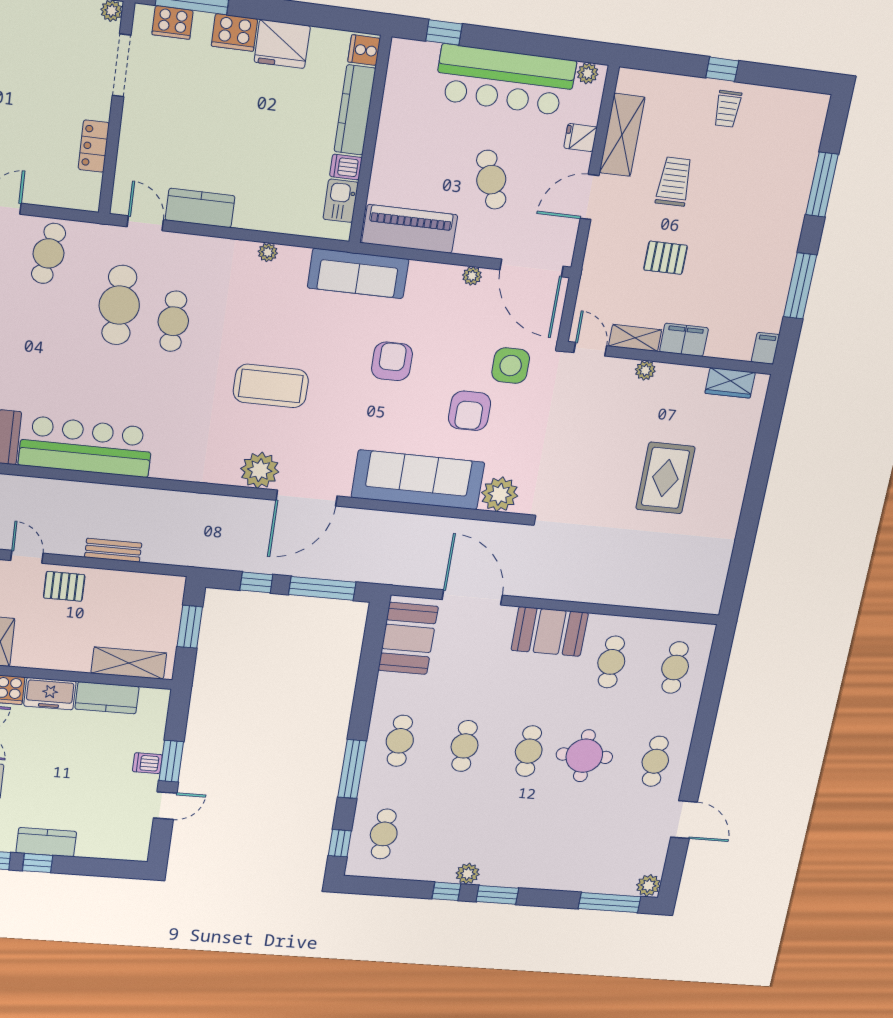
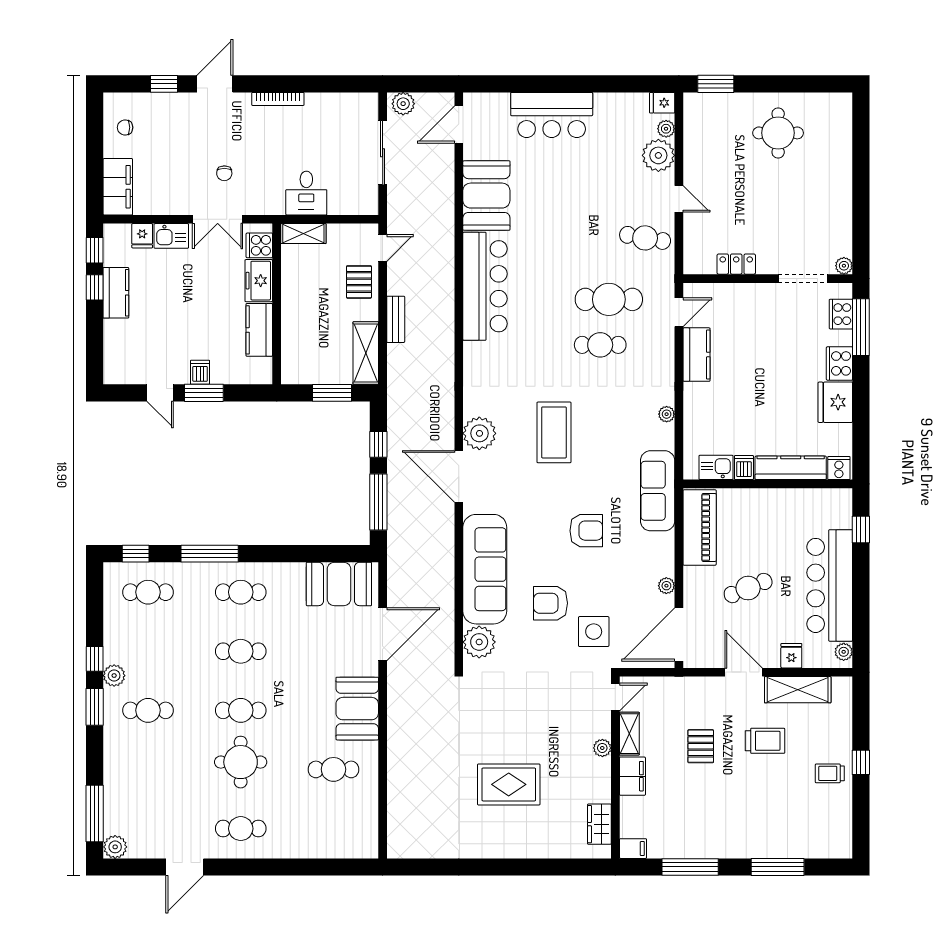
shelving: (129, 663) -> (366, 353), moved
cafe table: (675, 668) -> (148, 710), moved

